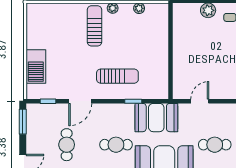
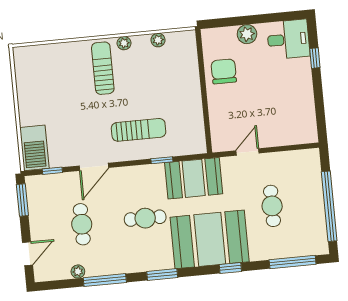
chair: (187, 37) -> (224, 71), added
barbecue: (36, 67) -> (34, 148), moved
cafe table: (215, 145) -> (272, 206), turned 90

